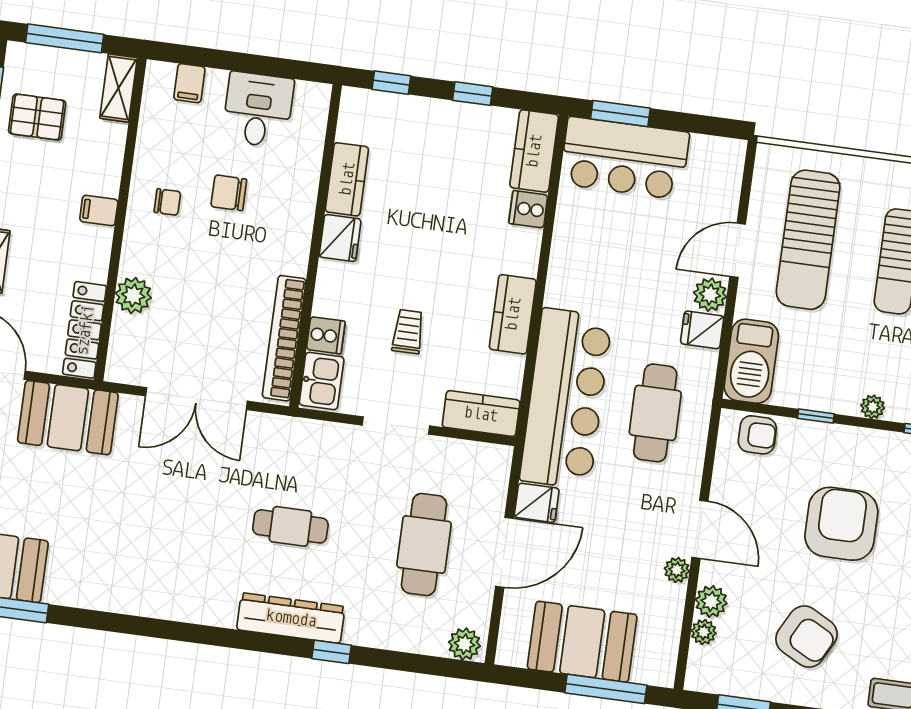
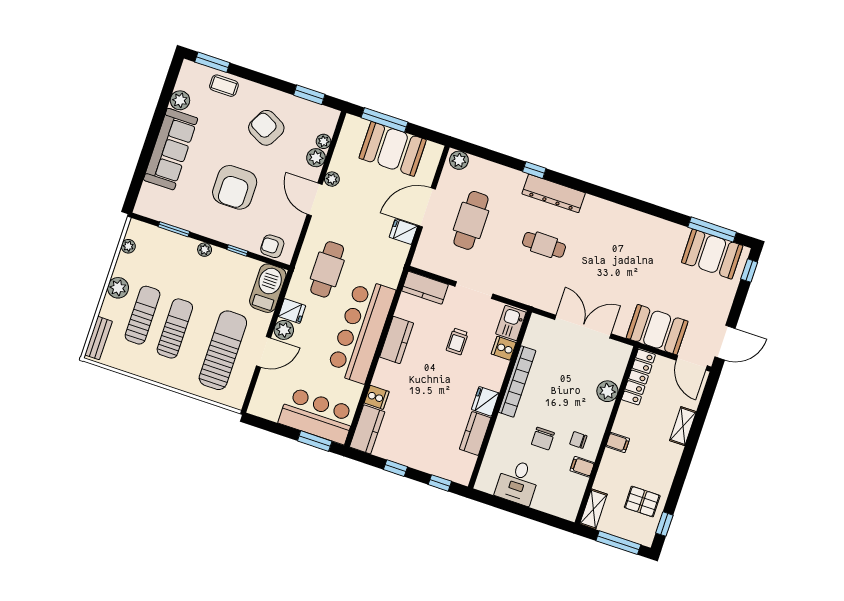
filing cabinet: (189, 83) -> (582, 467), moved, turned -90
chair: (229, 193) -> (543, 439), turned 90
bookcase: (284, 338) -> (517, 381), moved
bar counter: (566, 399) -> (361, 331), moved

